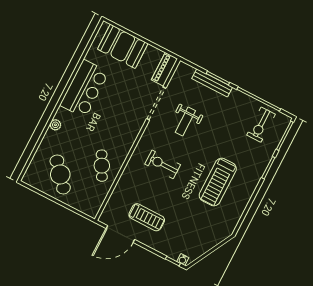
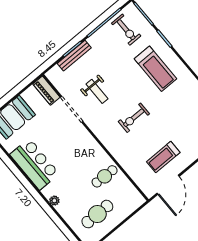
exercise bike: (163, 164) -> (134, 118), moved
cafe table: (102, 166) -> (105, 176), turned -60
cafe table: (60, 174) -> (97, 214), turned -49
treadmill: (218, 182) -> (155, 69), moved
treadmill: (147, 217) -> (163, 157), turned 180

